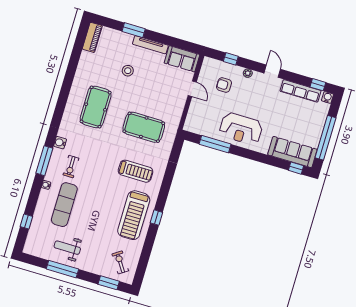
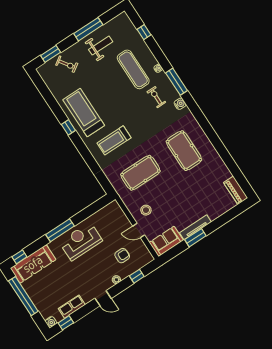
window: (134, 30) -> (195, 238), moved
stool: (128, 71) -> (146, 210), moved
row of seats: (301, 91) -> (72, 307), width x0.68
window: (215, 144) -> (60, 230), moved
exercise bike: (120, 262) -> (67, 64), moved

